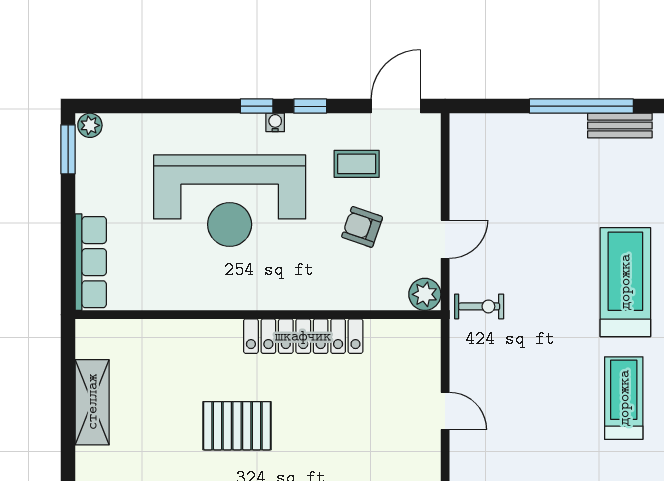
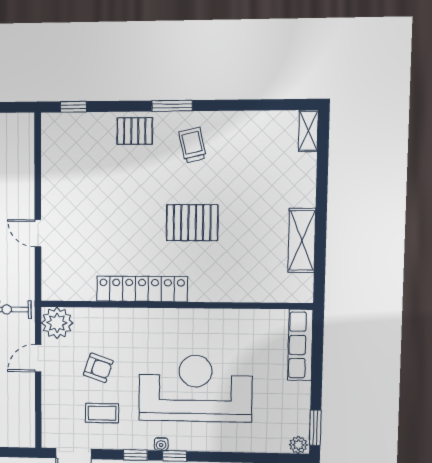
plant: (425, 294) -> (57, 323), width x1.36, depth x1.36

